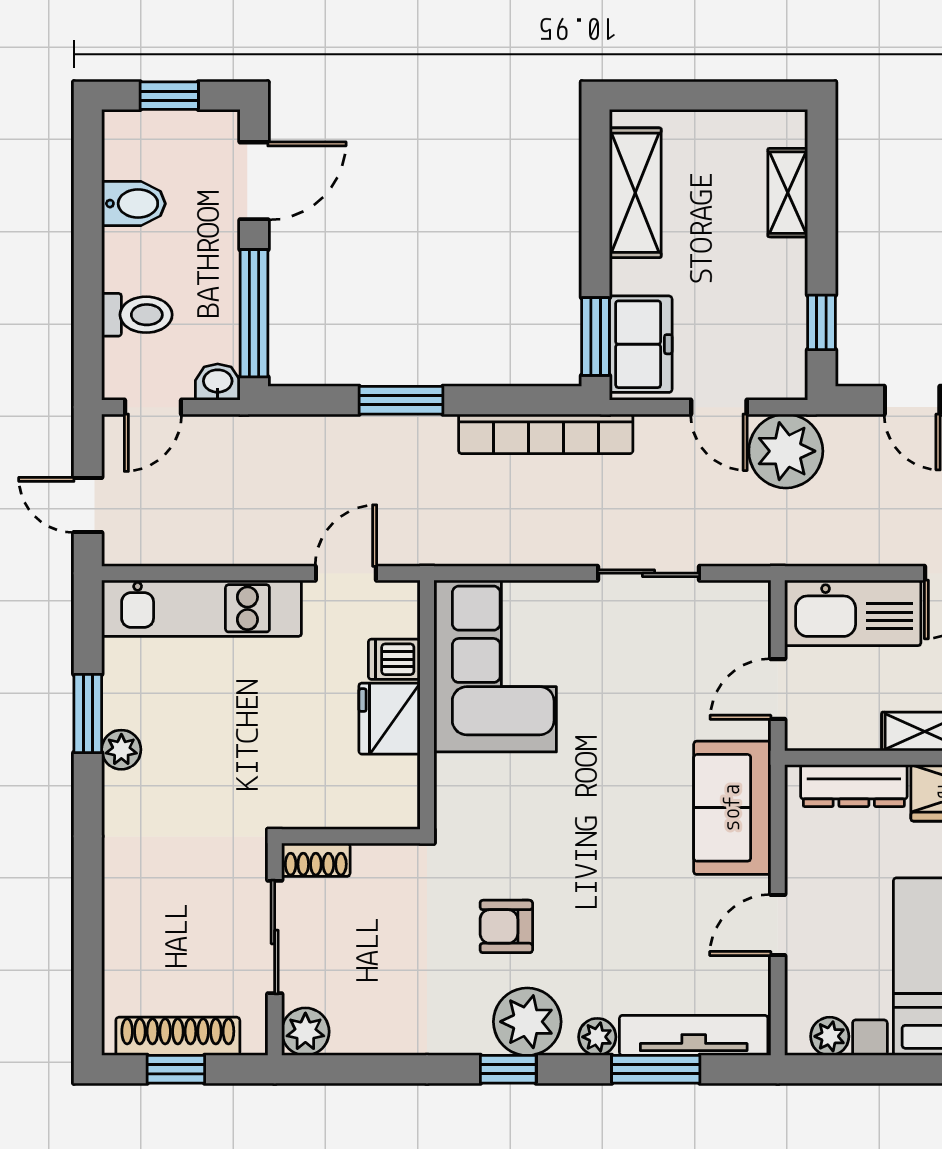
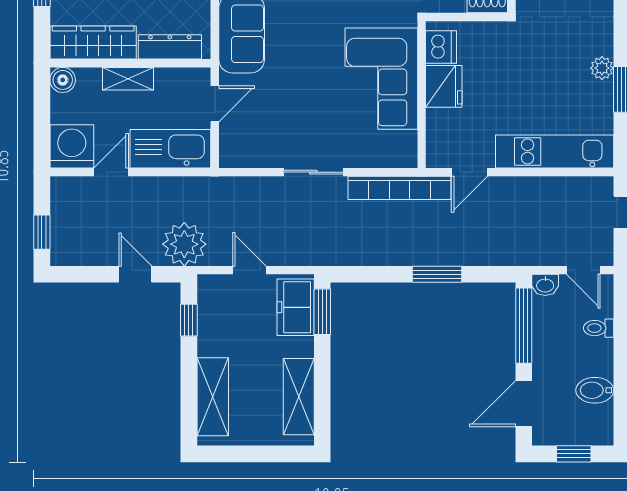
shelving: (788, 193) -> (213, 397), width x1.50, depth x1.33
toilet: (137, 315) -> (599, 328), width x0.73, depth x0.72
door: (153, 407) -> (583, 270), swing flipped
bookcase: (546, 434) -> (400, 188), moved, turned 180
plant: (786, 451) -> (184, 244), moved
sliding door: (649, 573) -> (313, 172), moved
dishwasher: (394, 659) -> (441, 47), moved, width x1.38
corner sofa: (495, 666) -> (381, 79), moved

